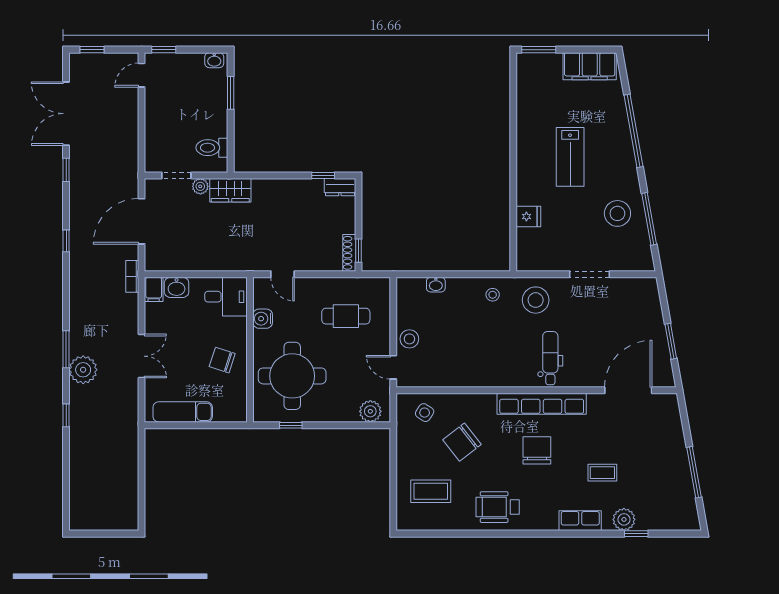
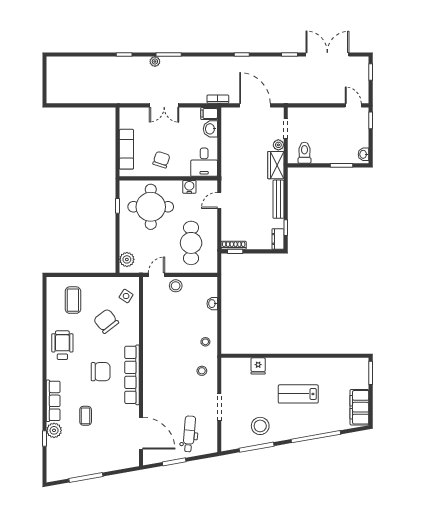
bench: (281, 186) -> (278, 199), added
stool: (536, 300) -> (202, 371), width x0.53, depth x0.53
cafe table: (346, 316) -> (191, 243), width x1.37, depth x1.35
dental chair: (550, 358) -> (189, 434), moved, turned -85
plant: (83, 370) -> (155, 62), width x0.53, depth x0.53
exam couch: (183, 412) -> (126, 149), moved
row of seats: (580, 521) -> (53, 401), width x1.48

